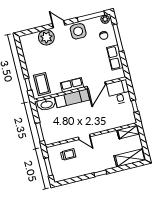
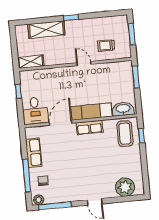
side table: (78, 31) -> (73, 190), removed
plant: (46, 37) -> (125, 187), moved
shelving: (130, 158) -> (46, 30), moved

